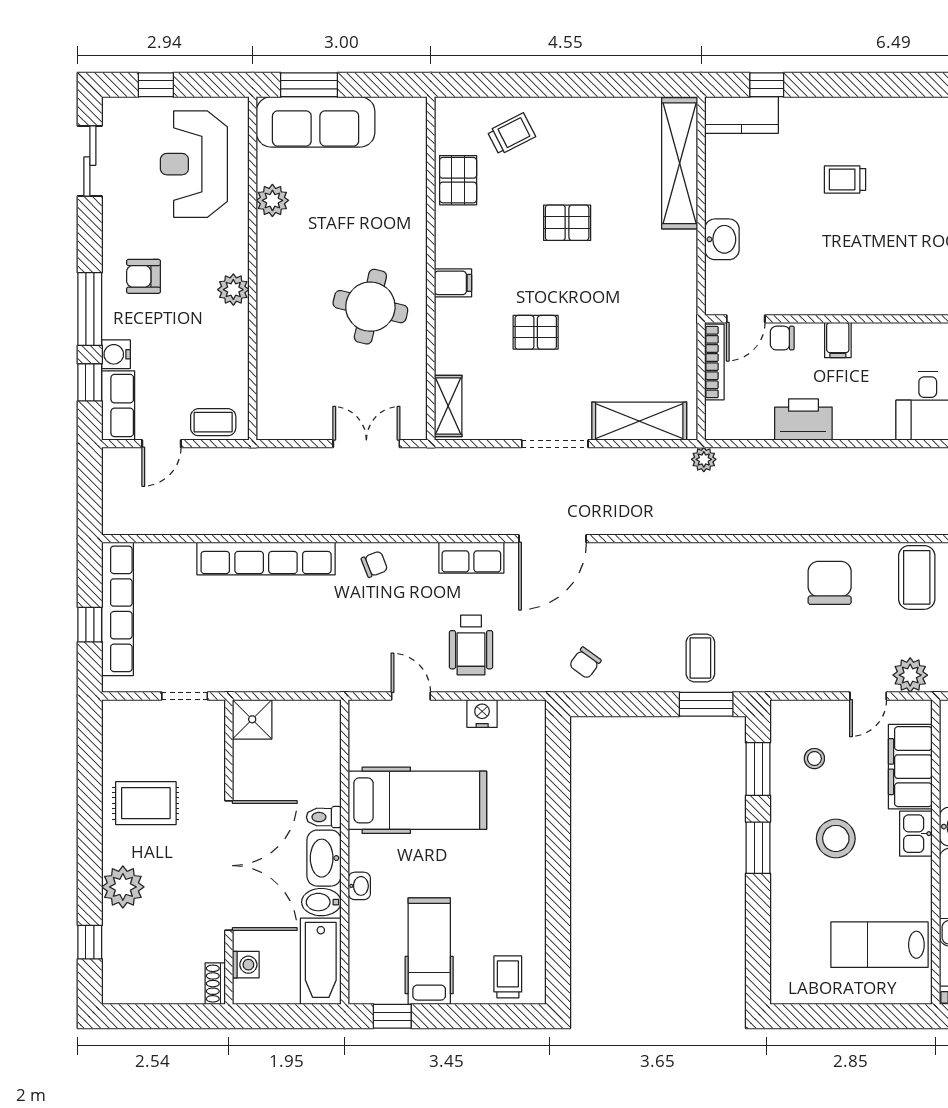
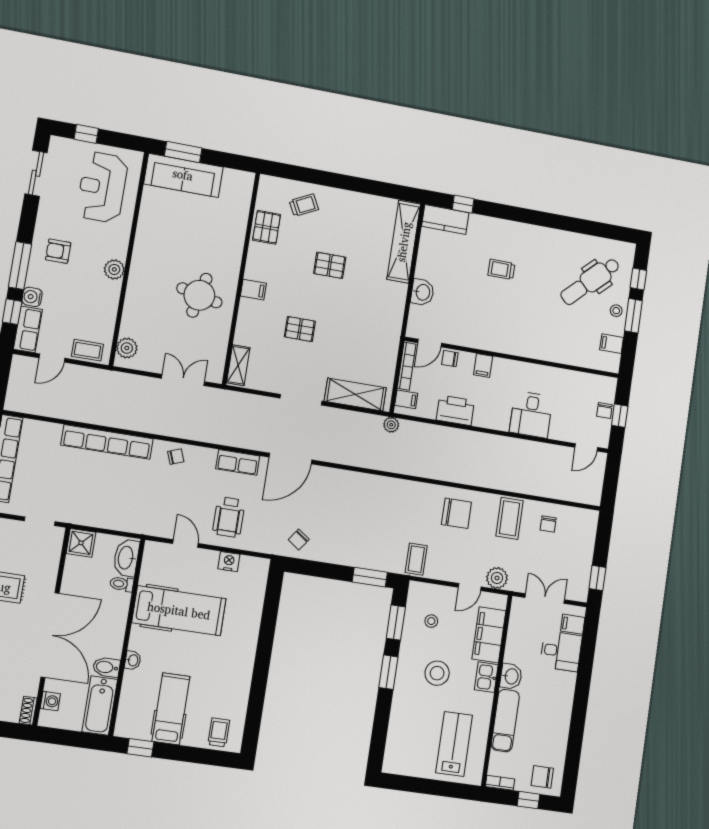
plant: (272, 200) -> (127, 348), moved
filing cabinet: (722, 415) -> (406, 399), added
chair: (830, 583) -> (456, 513), turned 90
coffee table: (700, 658) -> (416, 559), moved
toilet: (324, 817) -> (122, 584), moved
washbasin: (324, 858) -> (126, 558), moved
lab bench: (879, 945) -> (454, 744), turned 90

